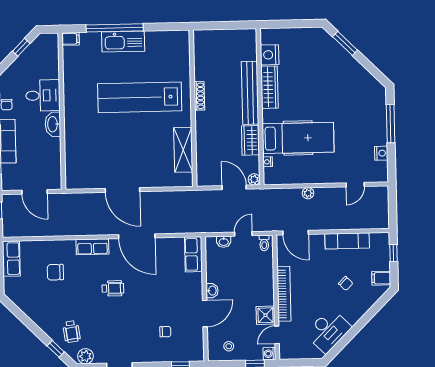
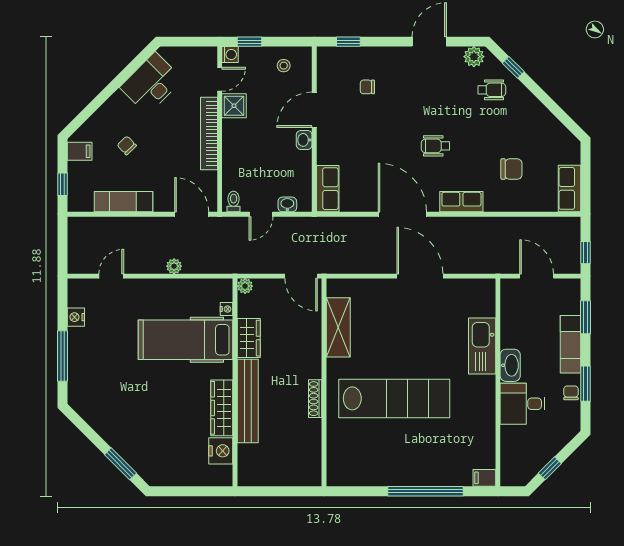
kitchen sink: (123, 42) -> (482, 346), moved, turned -90
door: (234, 187) -> (301, 276), moved
wheelchair: (71, 332) -> (492, 90), turned 98

